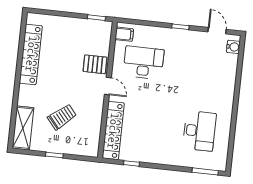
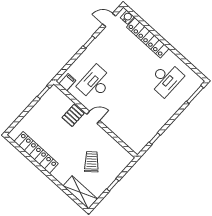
locker: (113, 131) -> (148, 38), moved, turned 180
desk: (199, 131) -> (166, 79), turned 90

